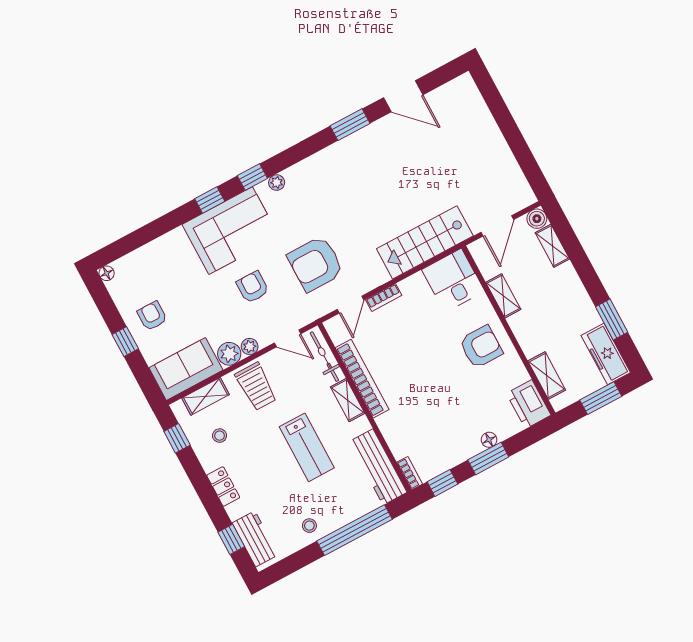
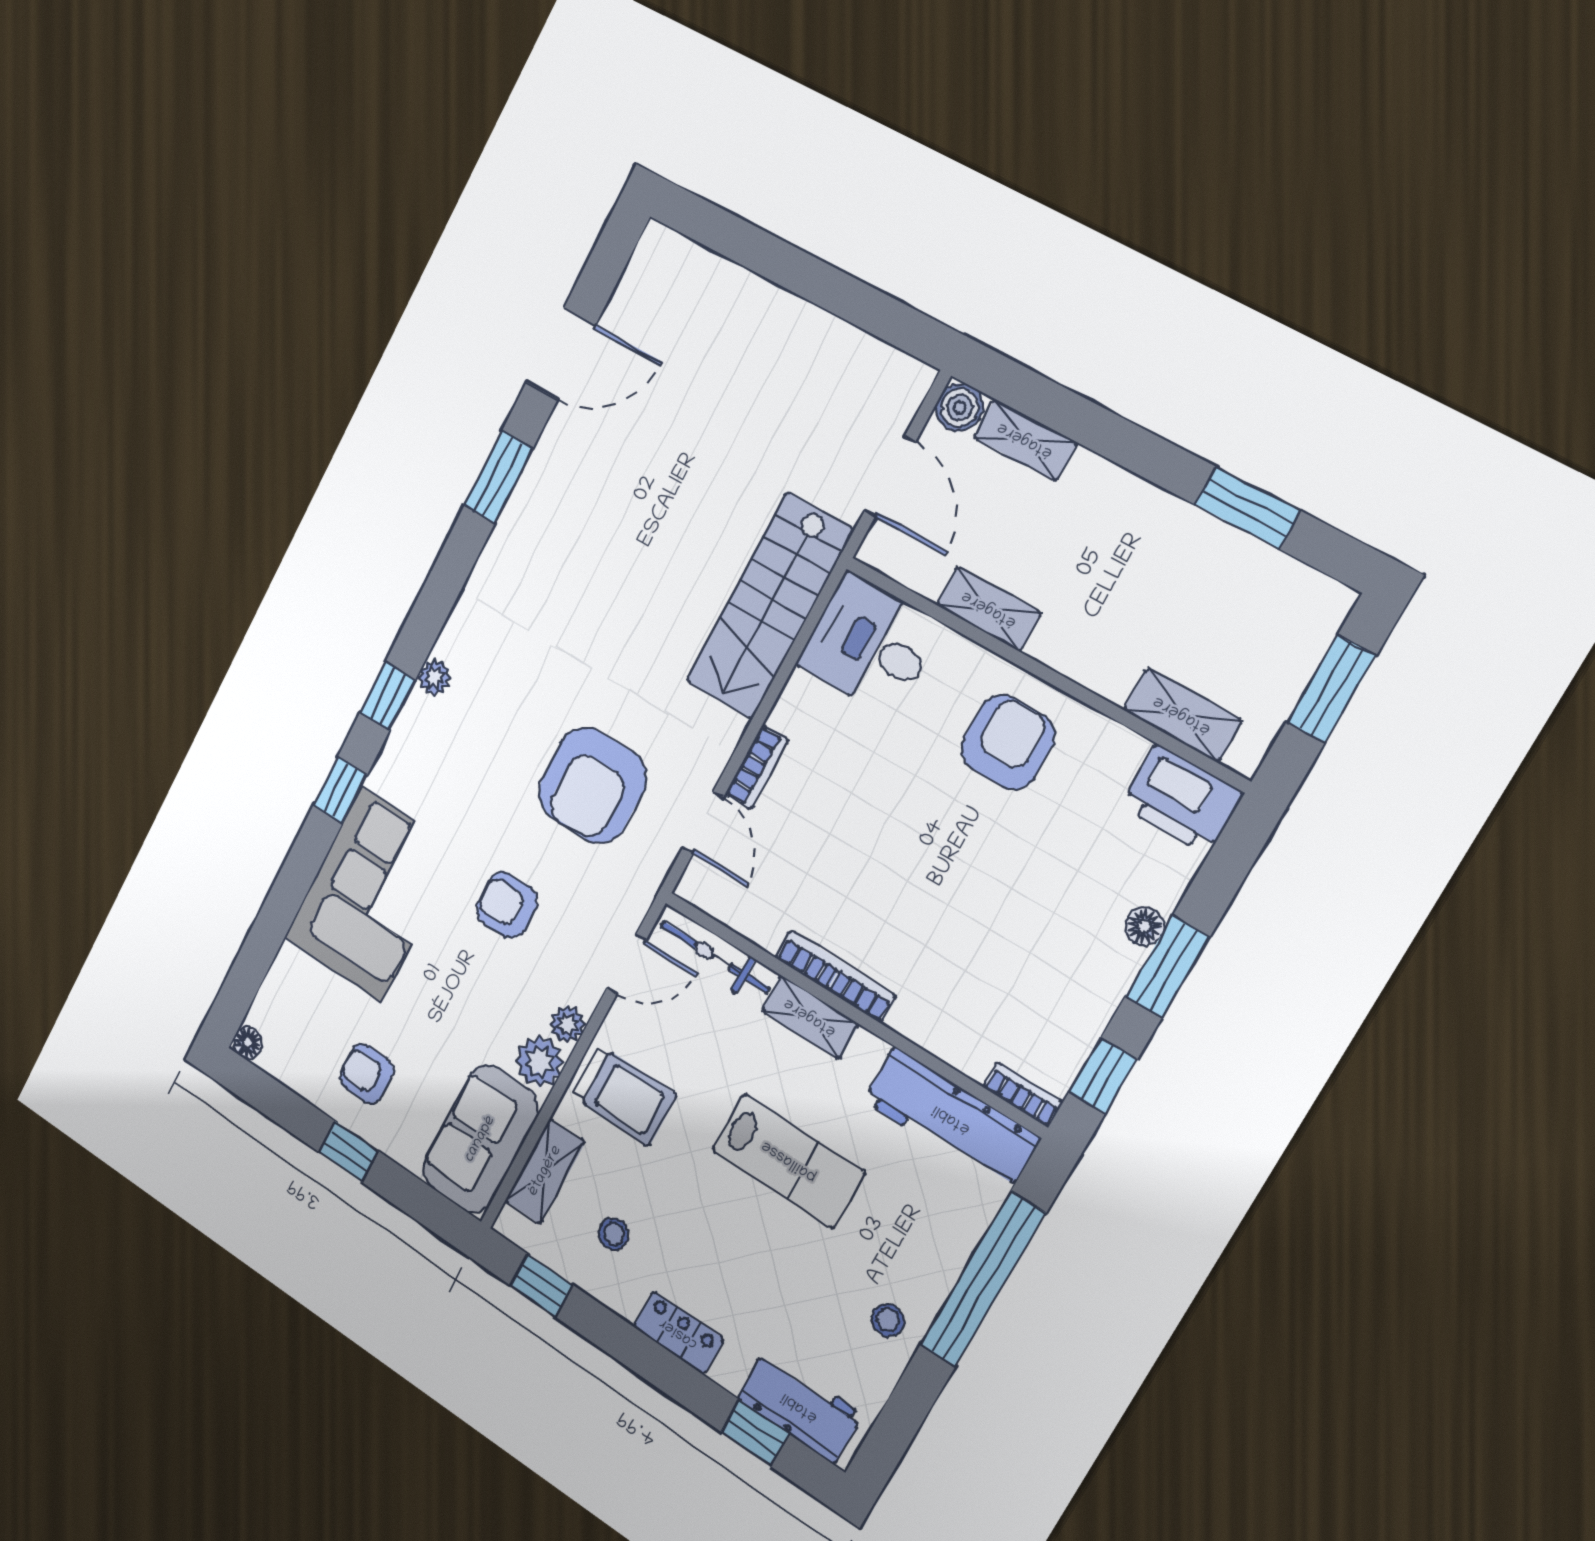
corner sofa: (231, 231) -> (371, 894), moved
freezer: (606, 354) -> (1282, 588), removed
bookcase: (362, 379) -> (835, 976), width x0.68, depth x0.76

